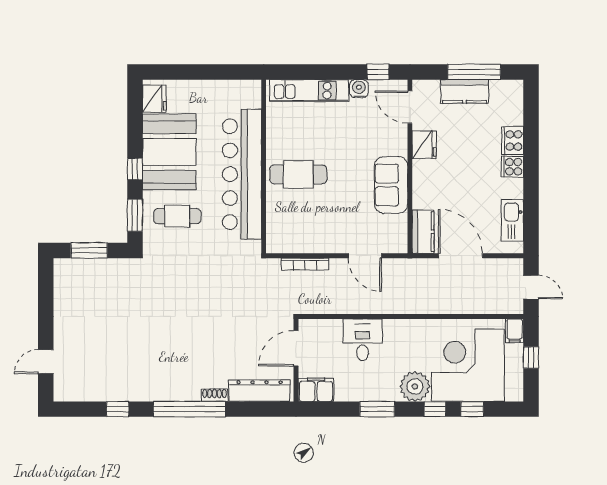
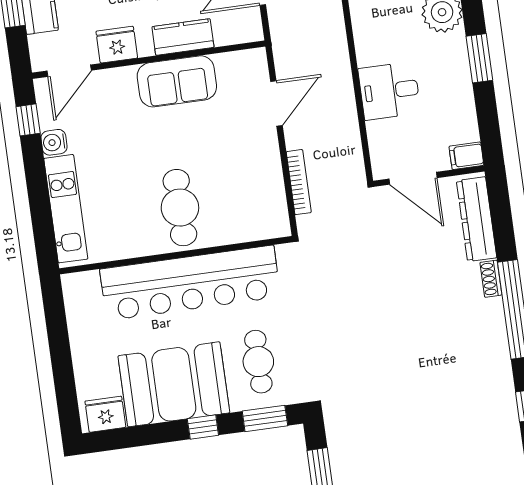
kitchen counter: (423, 232) -> (183, 37), moved
filing cabinet: (316, 390) -> (466, 156), width x0.50

